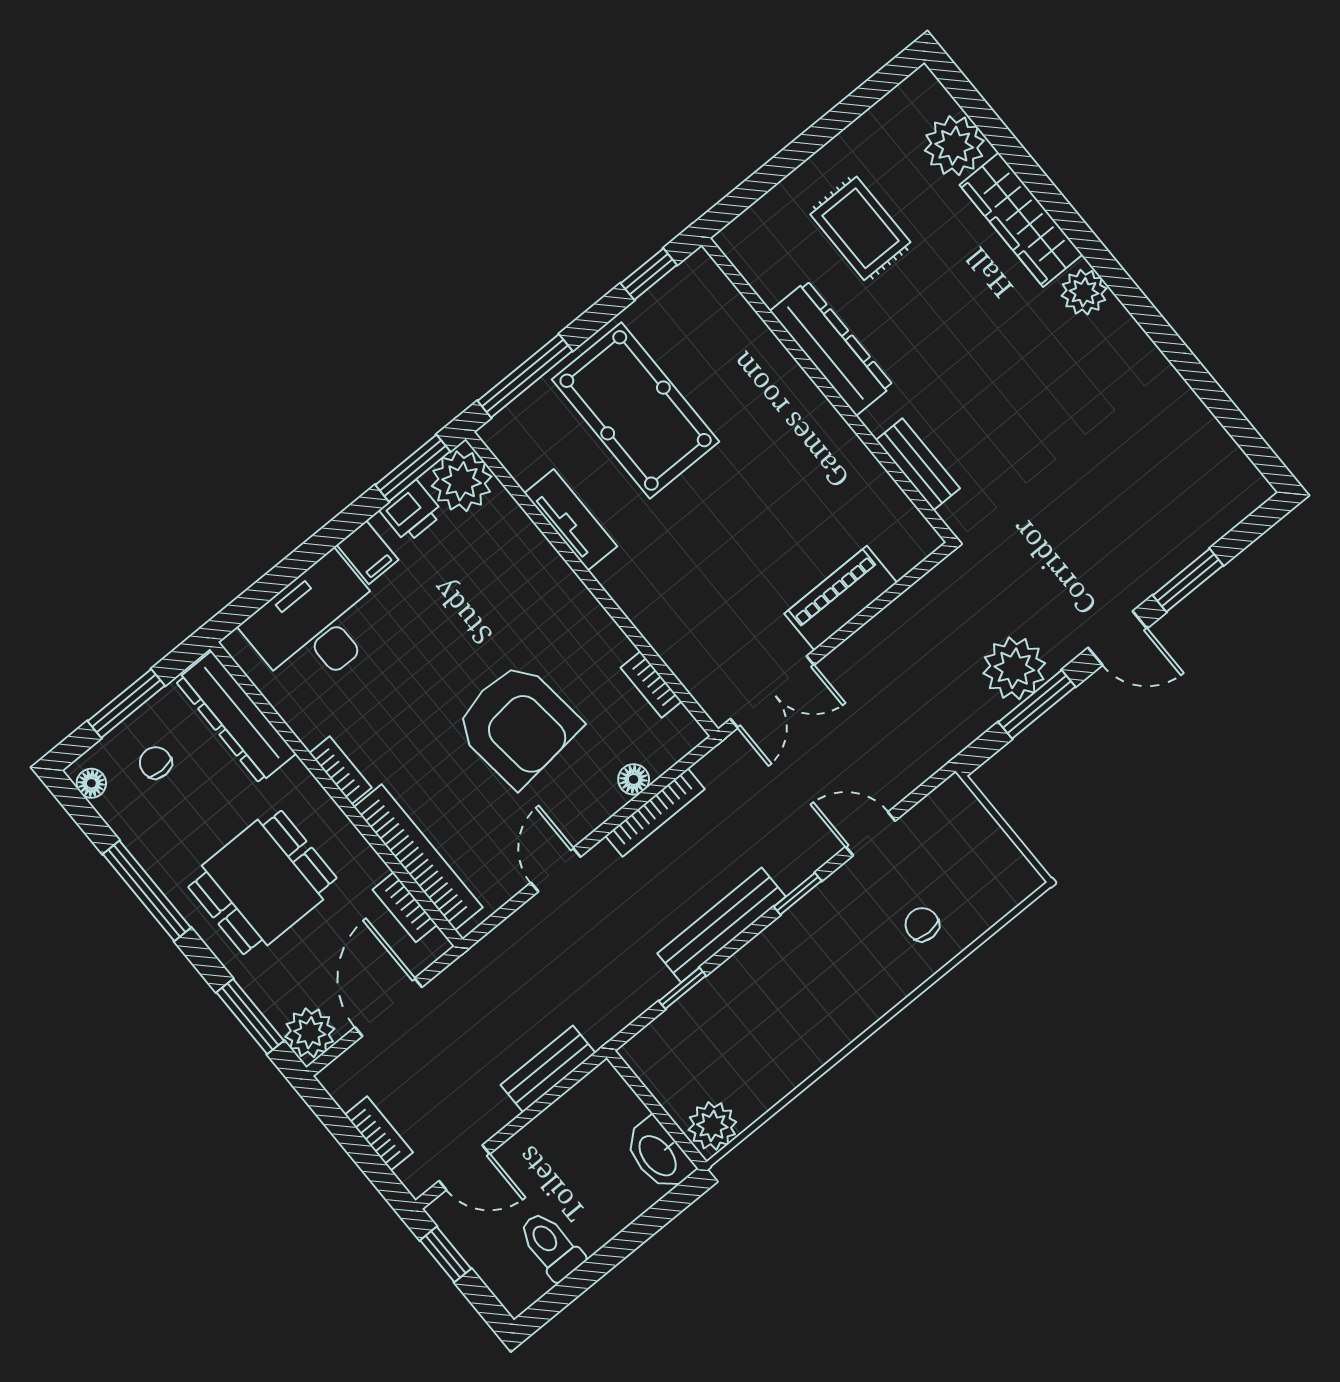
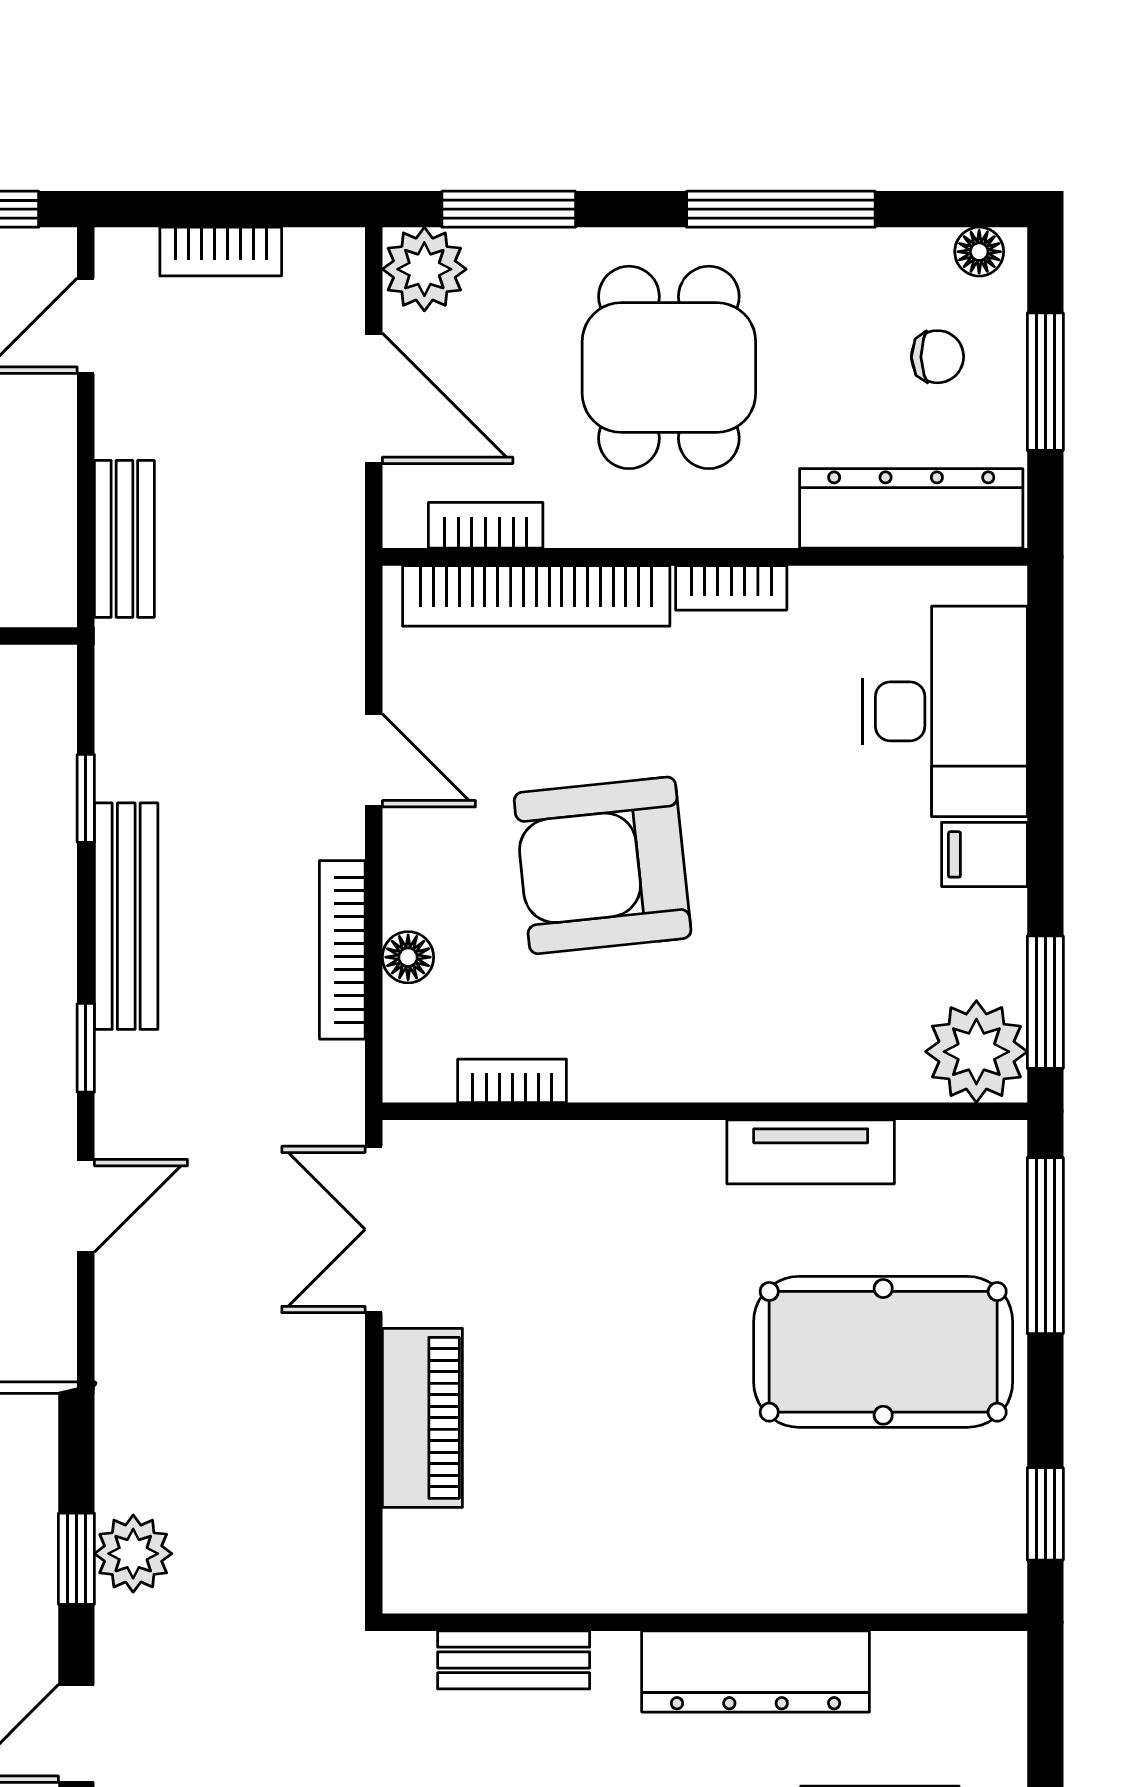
printer: (411, 512) -> (990, 954), removed
plant: (1014, 668) -> (133, 1554), width x0.73, depth x0.73
window: (1037, 704) -> (76, 1559), width x0.67

